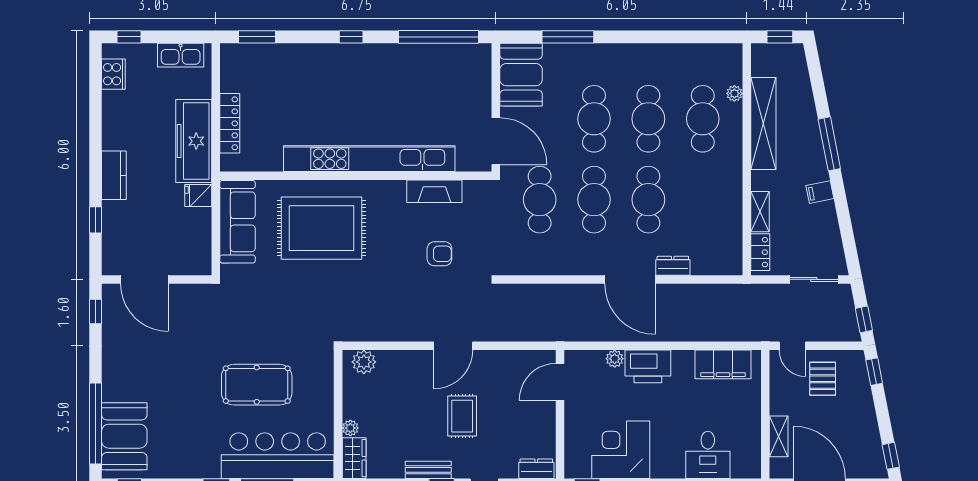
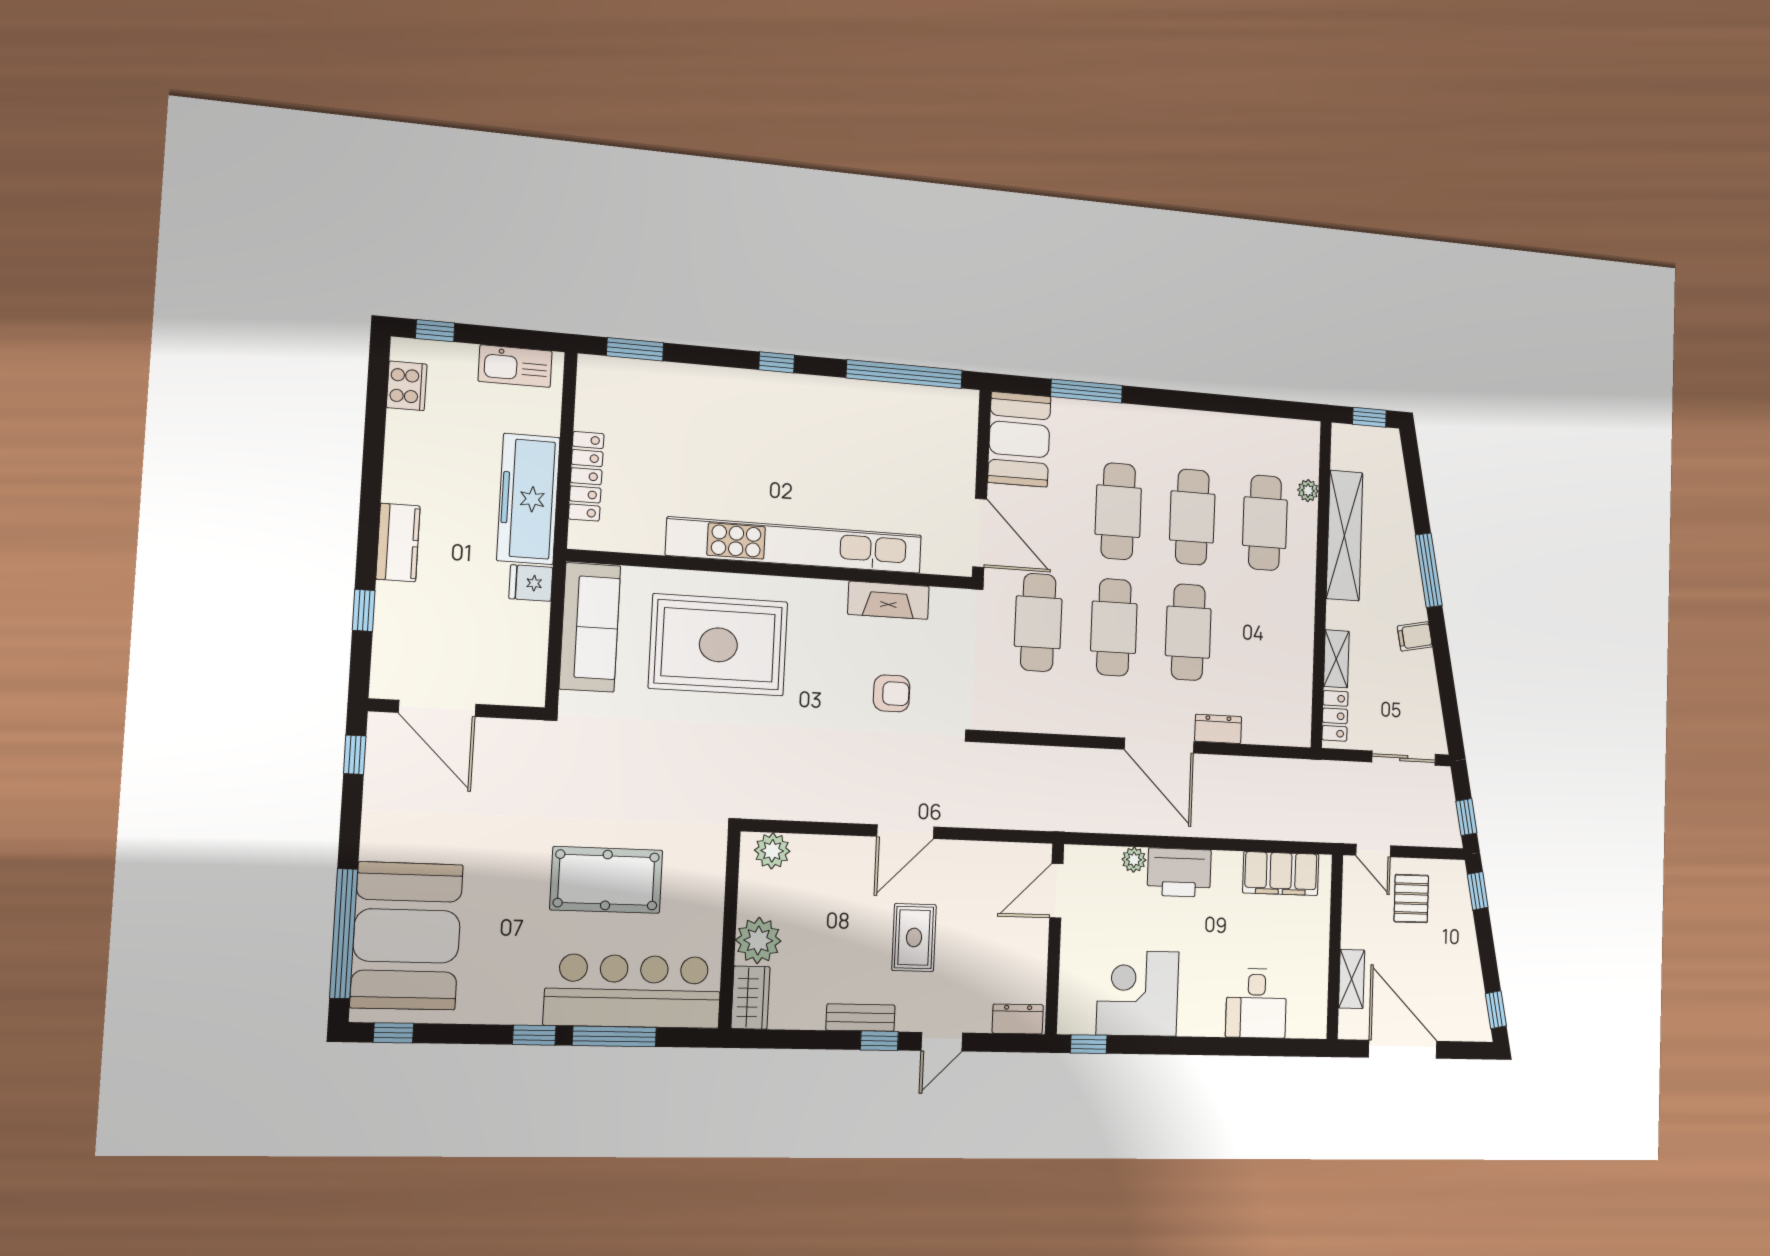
plant: (350, 428) -> (758, 940), width x1.87, depth x1.87
booth: (124, 436) -> (407, 936), width x1.36, depth x1.42

